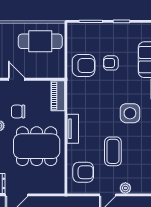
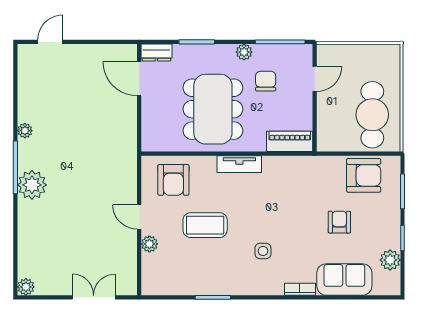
plant: (136, 29) -> (390, 260), added
armchair: (84, 65) -> (364, 175), moved, turned -90
side table: (130, 113) -> (263, 251), width x0.54, depth x0.54

